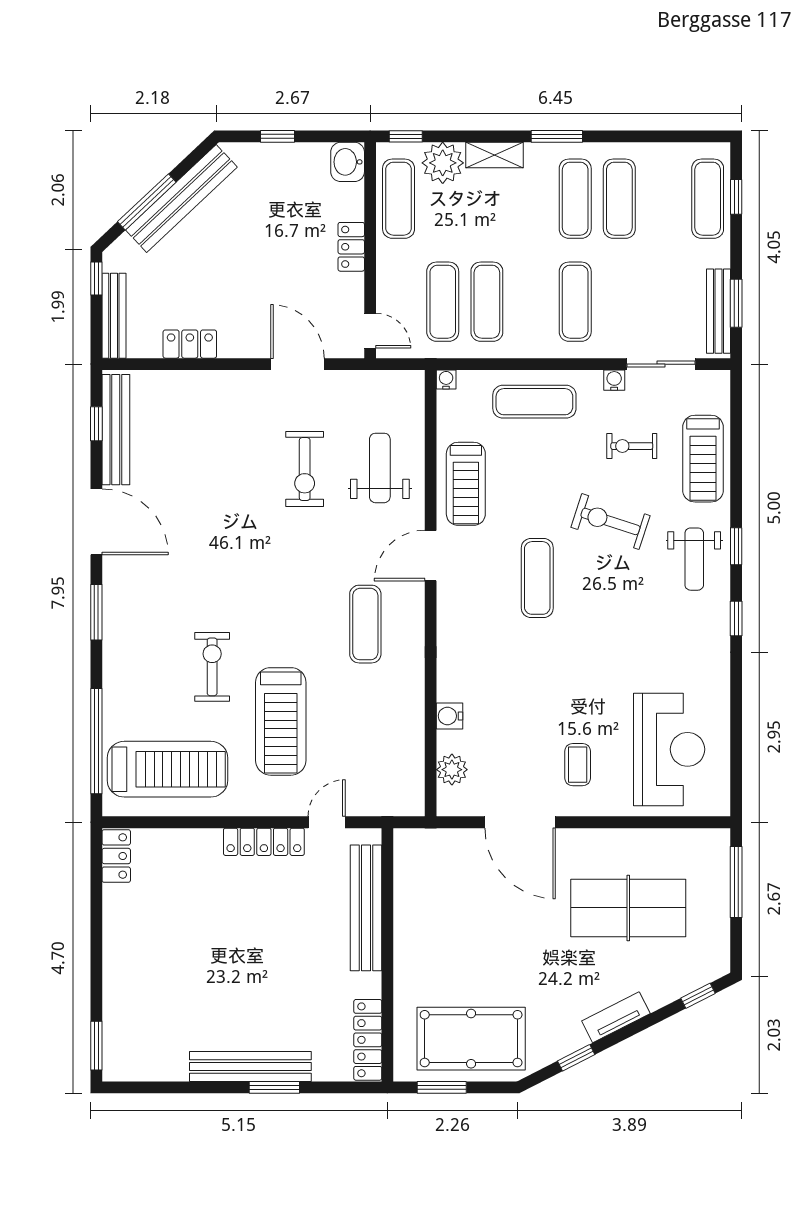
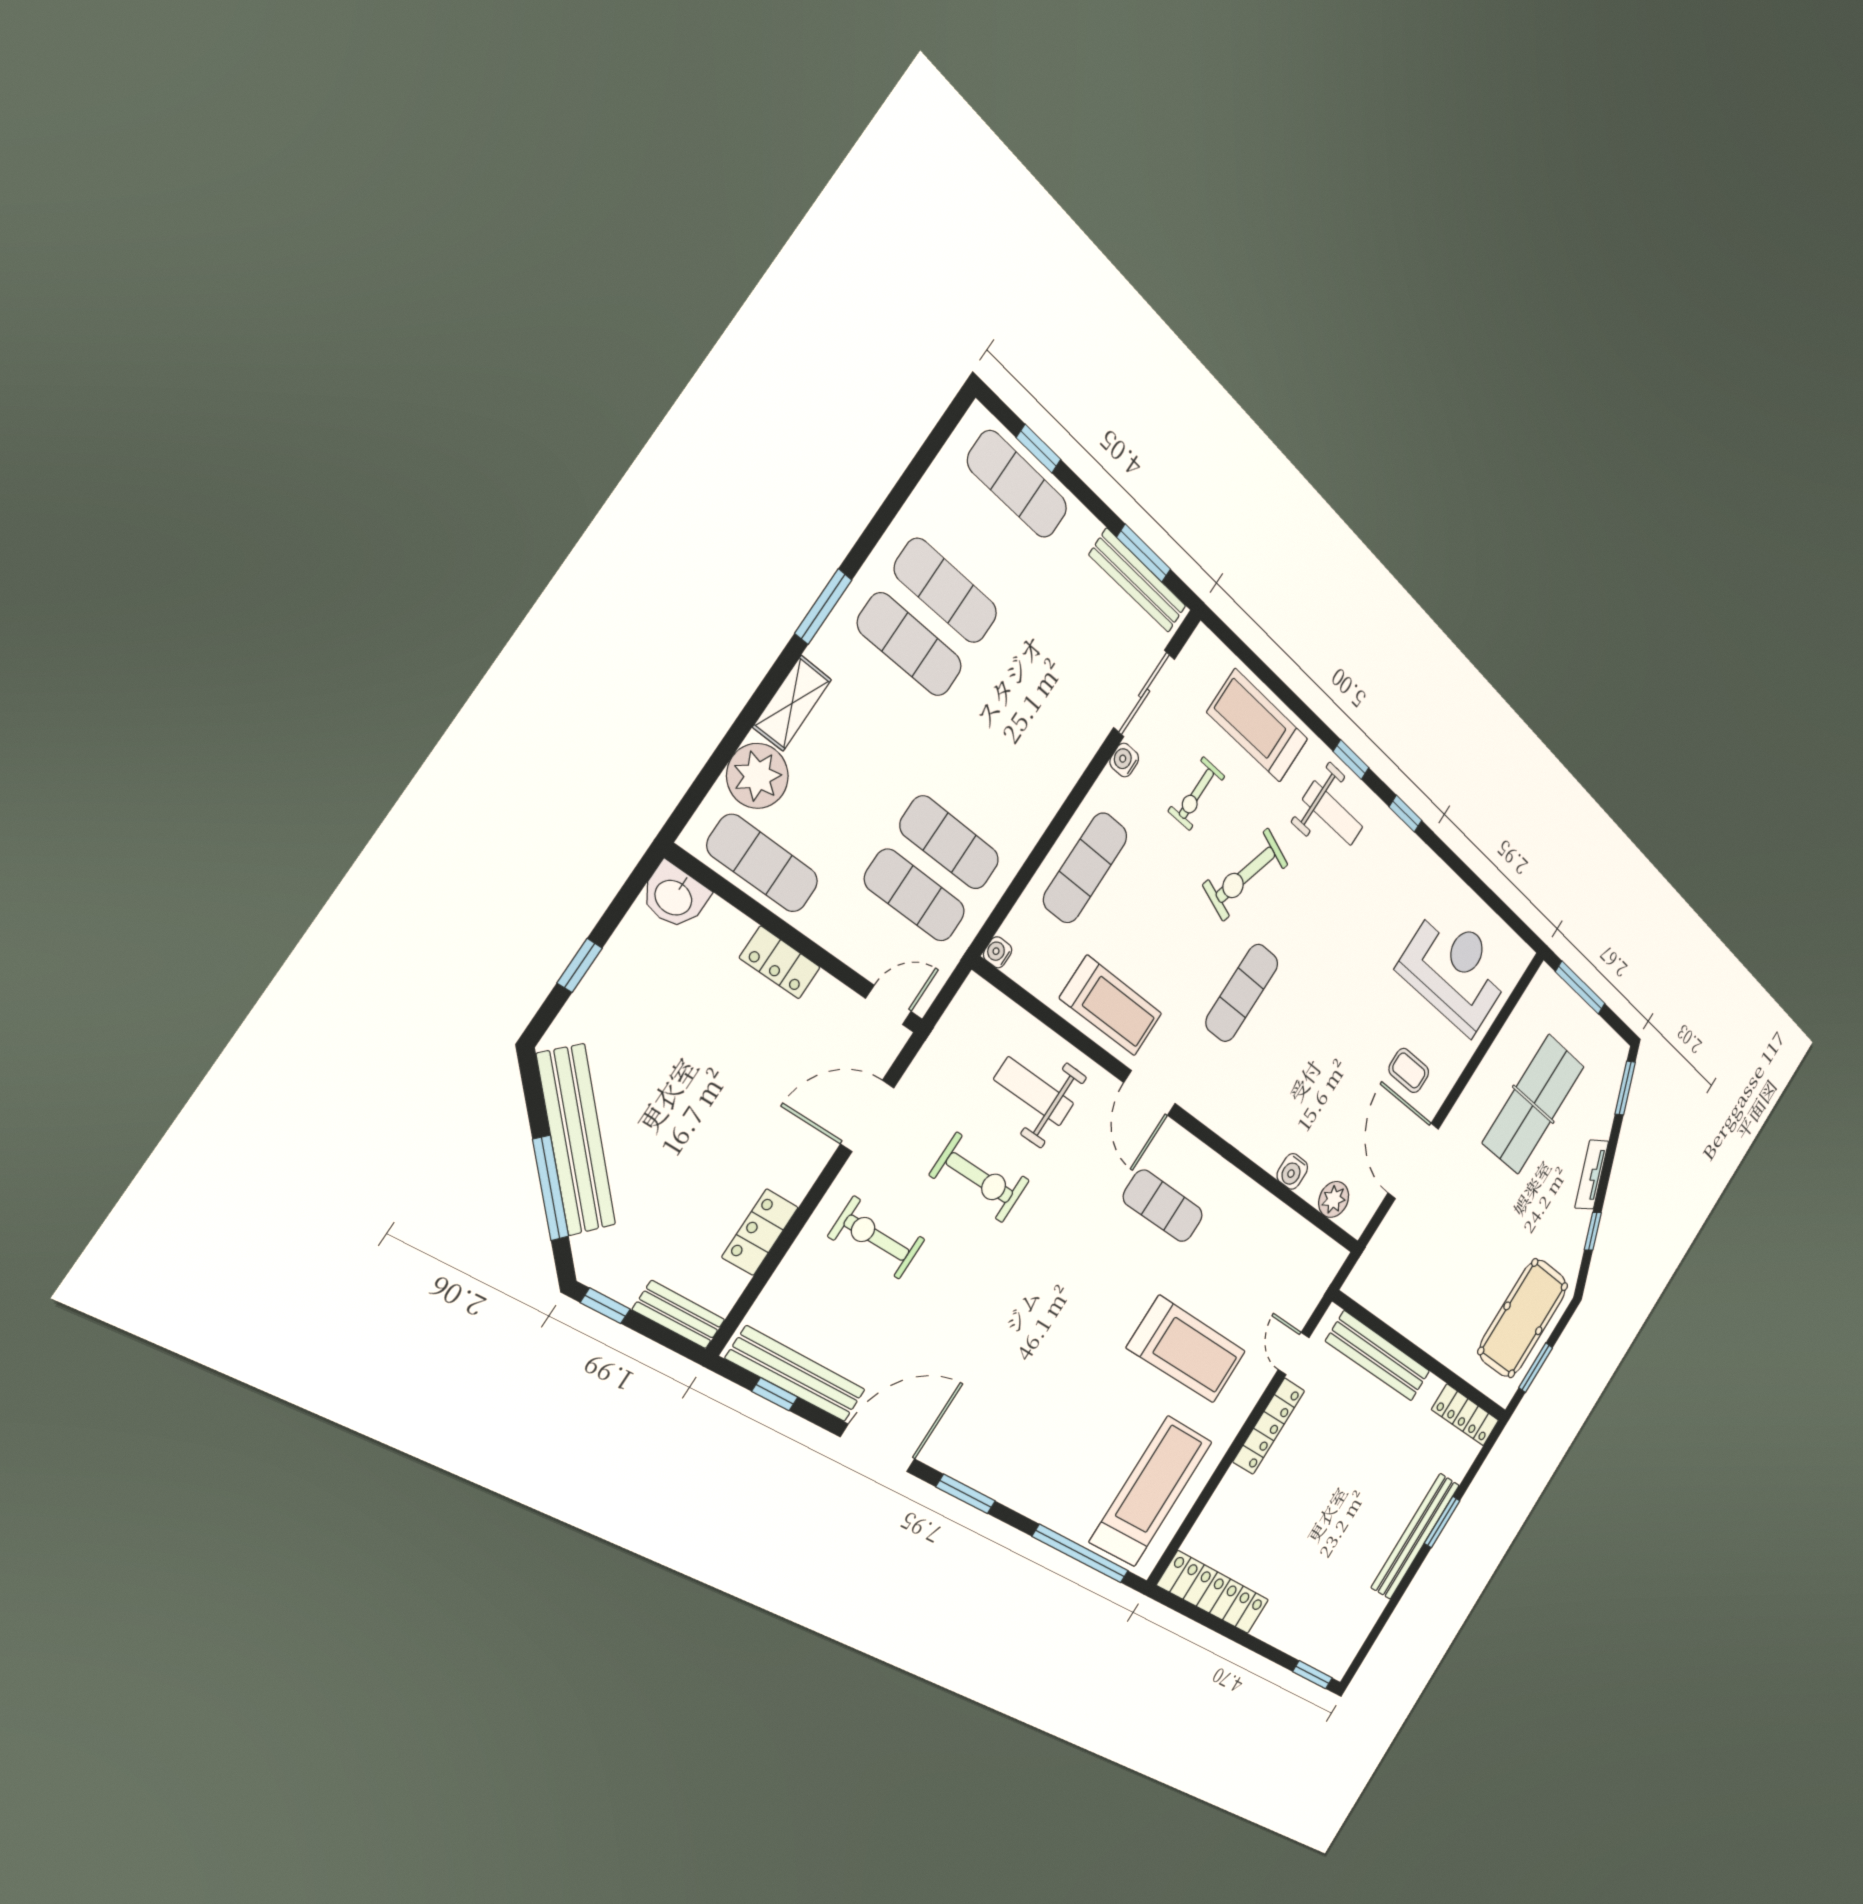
window: (406, 136) -> (693, 799), removed
exercise mat: (575, 302) -> (1019, 738), removed
bench: (114, 316) -> (679, 1315), width x0.73
treadmill: (703, 459) -> (1258, 726), turned 180
exercise mat: (537, 578) -> (1242, 993), turned 90
exercise bike: (212, 667) -> (877, 1238), moved
door: (520, 822) -> (1413, 1161), swing flipped
locker: (116, 856) -> (1213, 1593), width x2.16, depth x1.21
window: (698, 996) -> (1625, 1088), width x1.50

